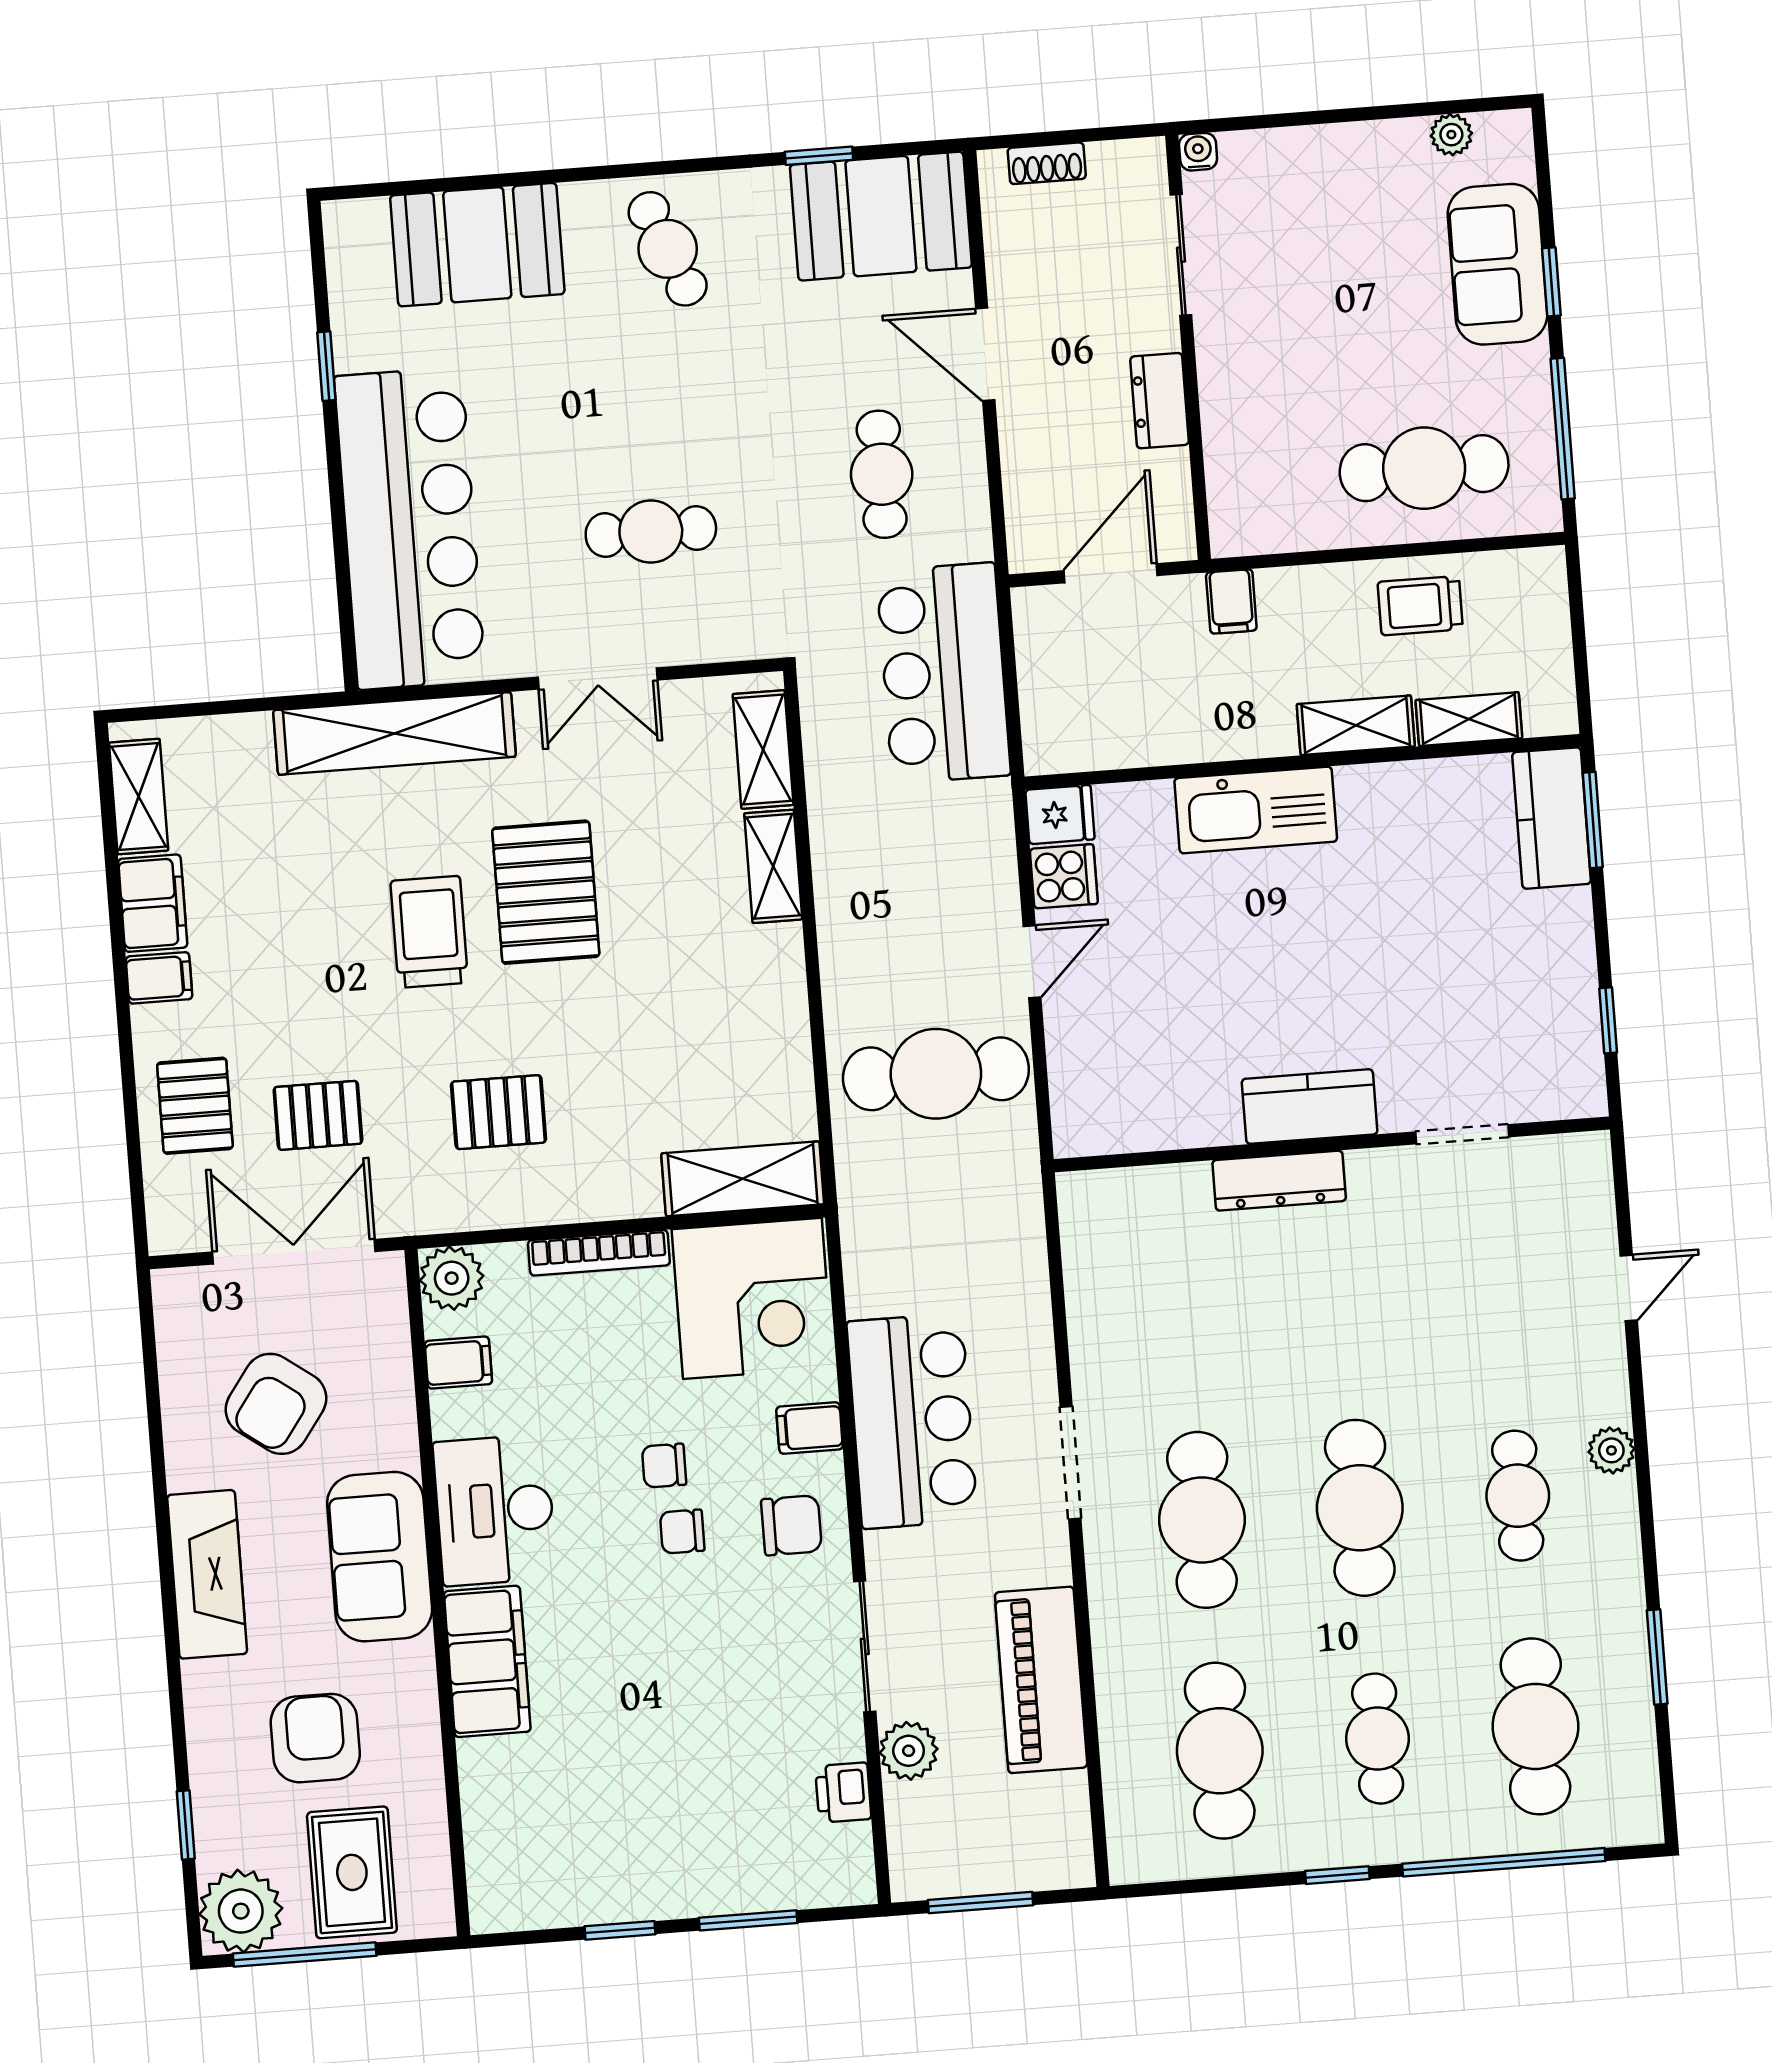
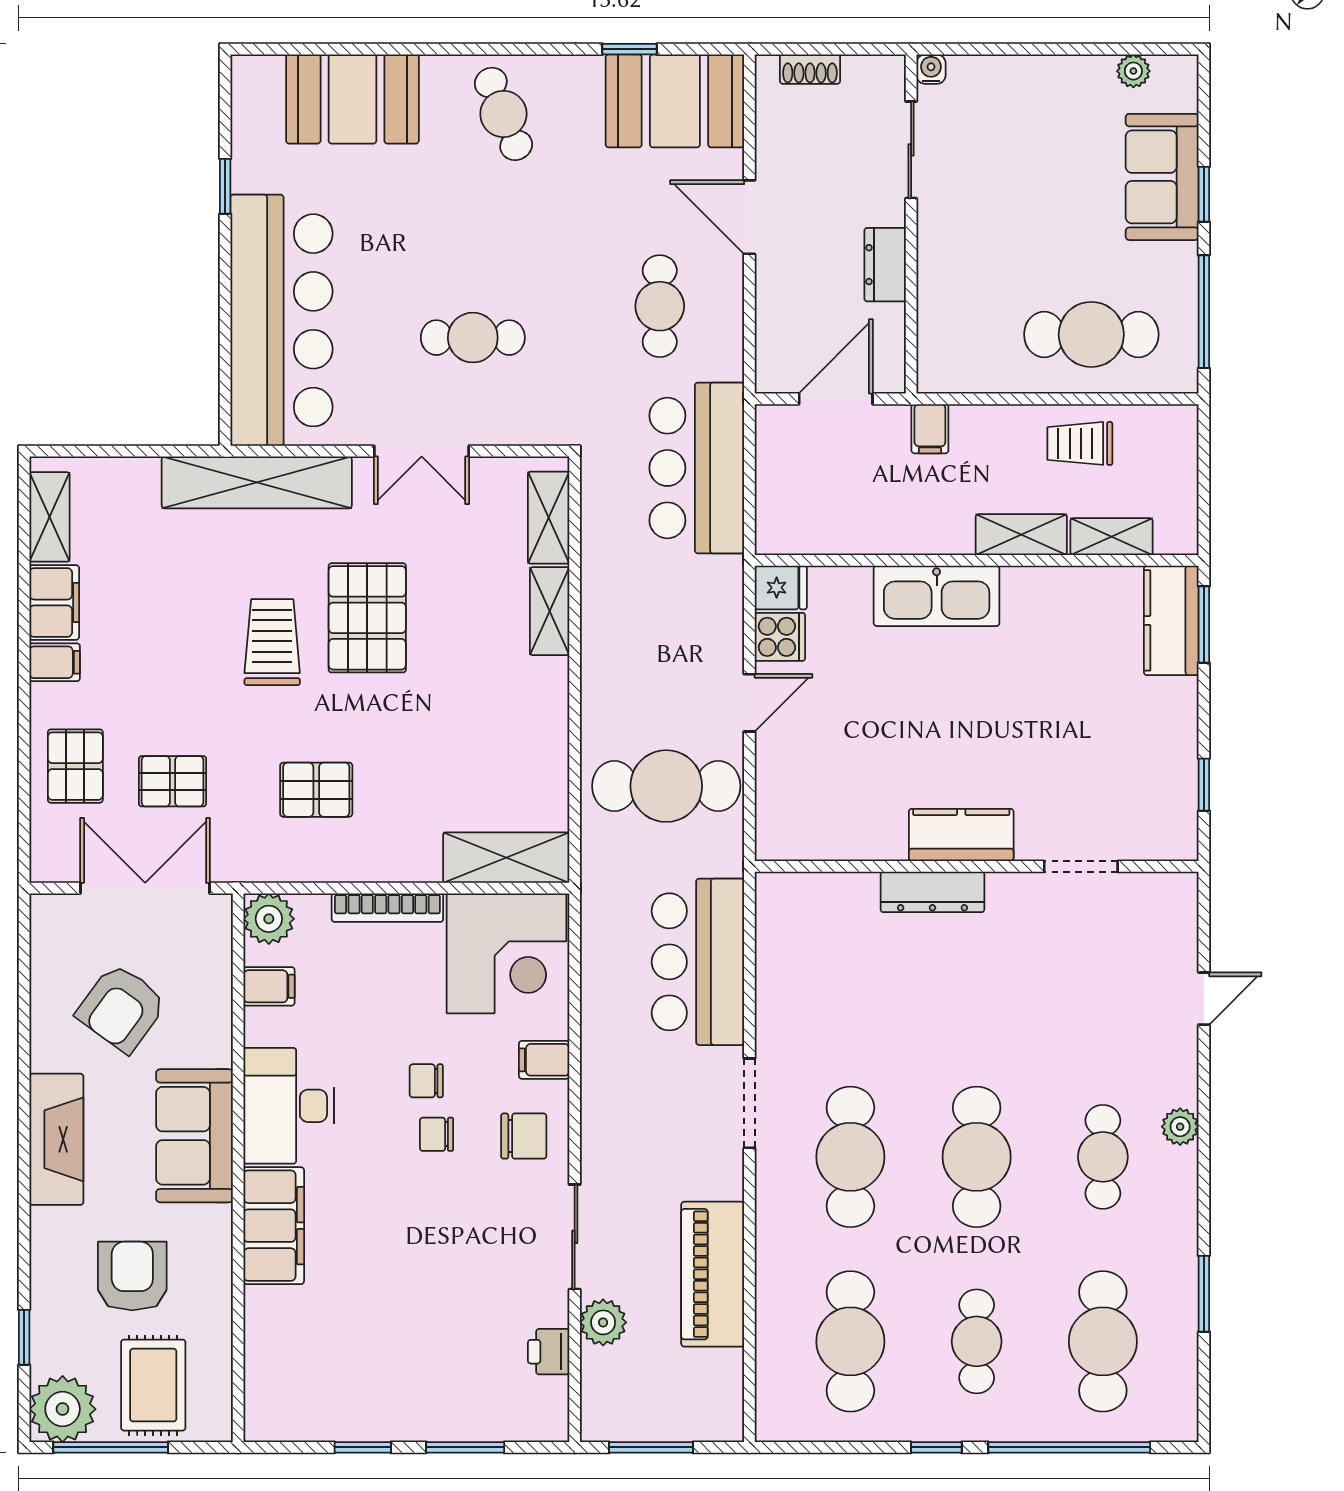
bar counter: (912, 1421) -> (698, 962), moved, turned 180

